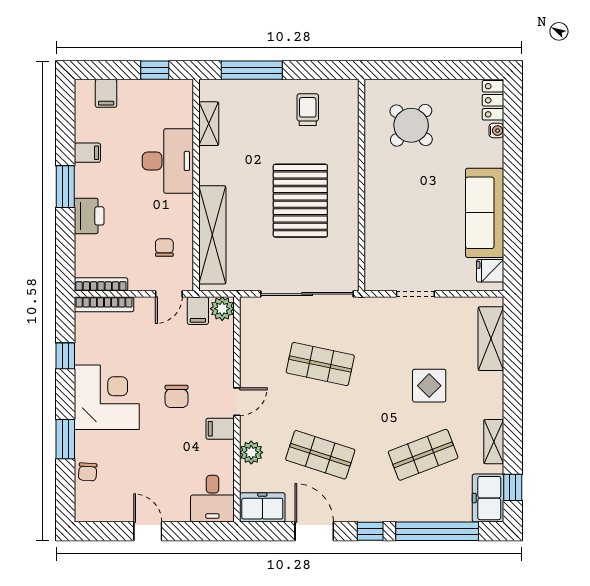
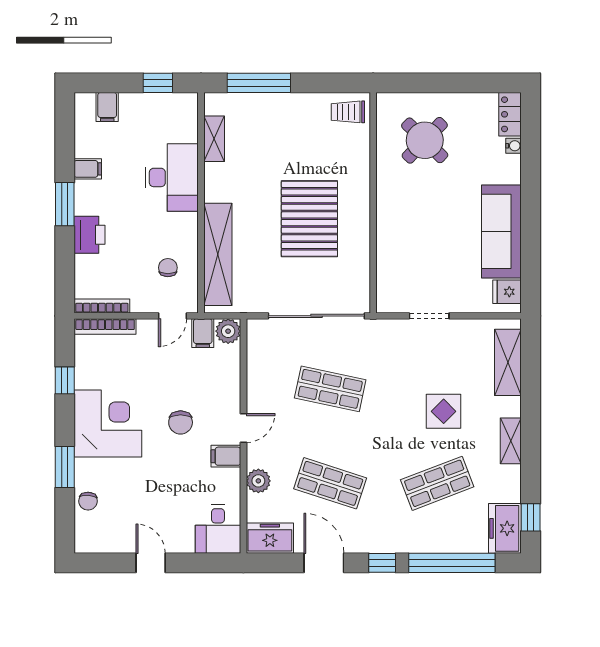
trolley: (308, 110) -> (348, 112), moved, turned -90
shelving: (494, 442) -> (511, 441), moved

